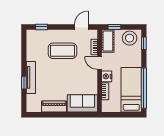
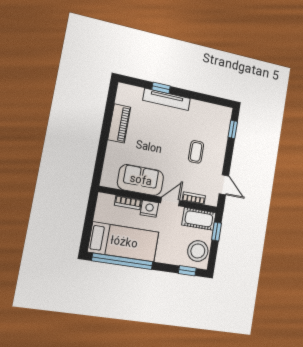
coffee table: (62, 51) -> (196, 152), width x0.54, depth x0.58
sofa: (82, 103) -> (141, 180), moved, turned -90

